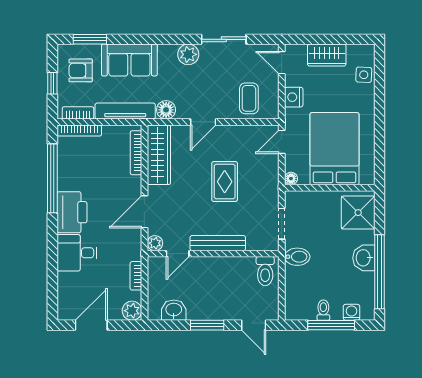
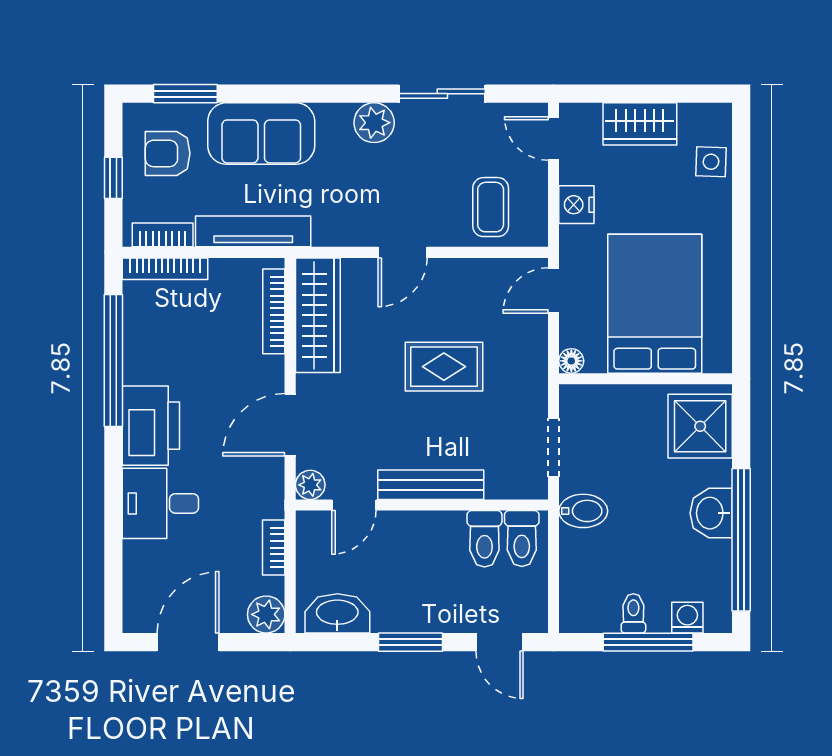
floor lamp: (166, 110) -> (332, 229), removed
rug: (225, 182) -> (444, 367), turned 90
toilet: (246, 271) -> (484, 539), added
washbasin: (174, 310) -> (337, 613), width x1.38

